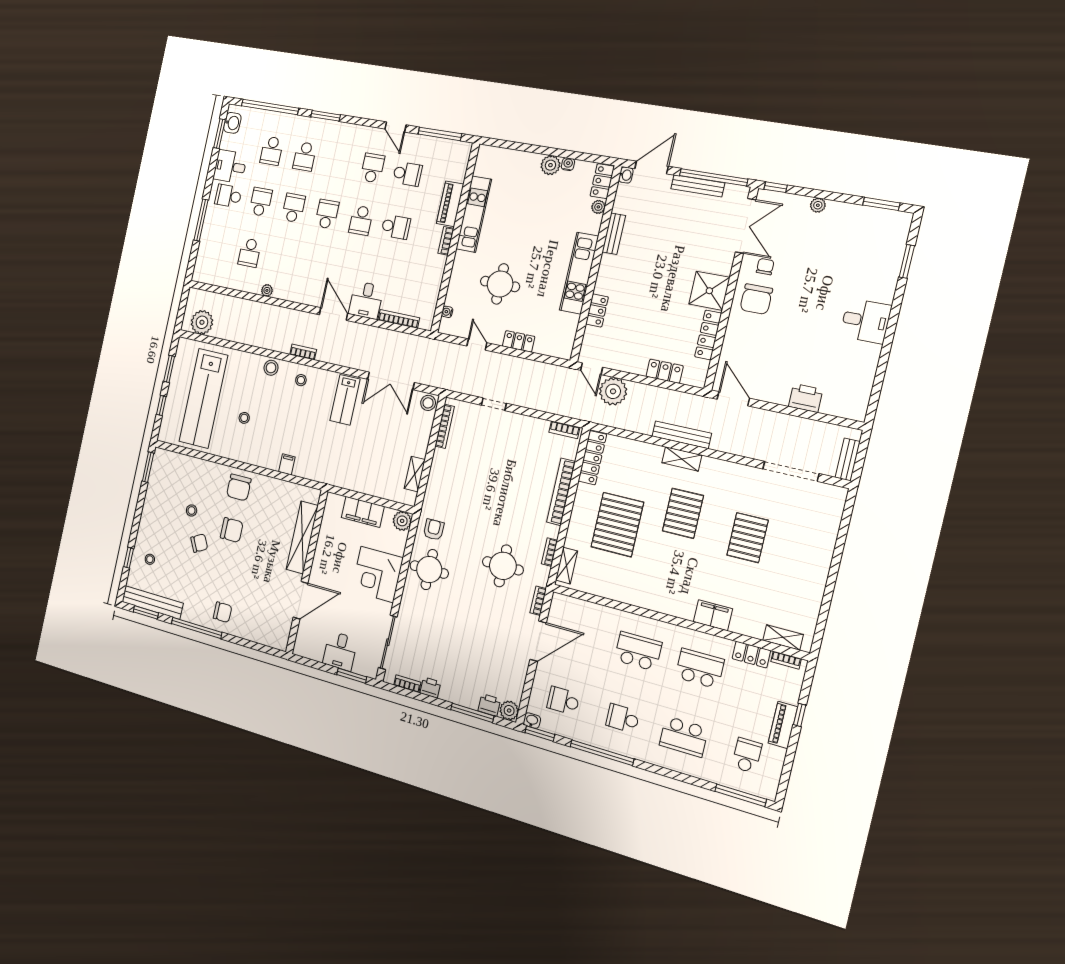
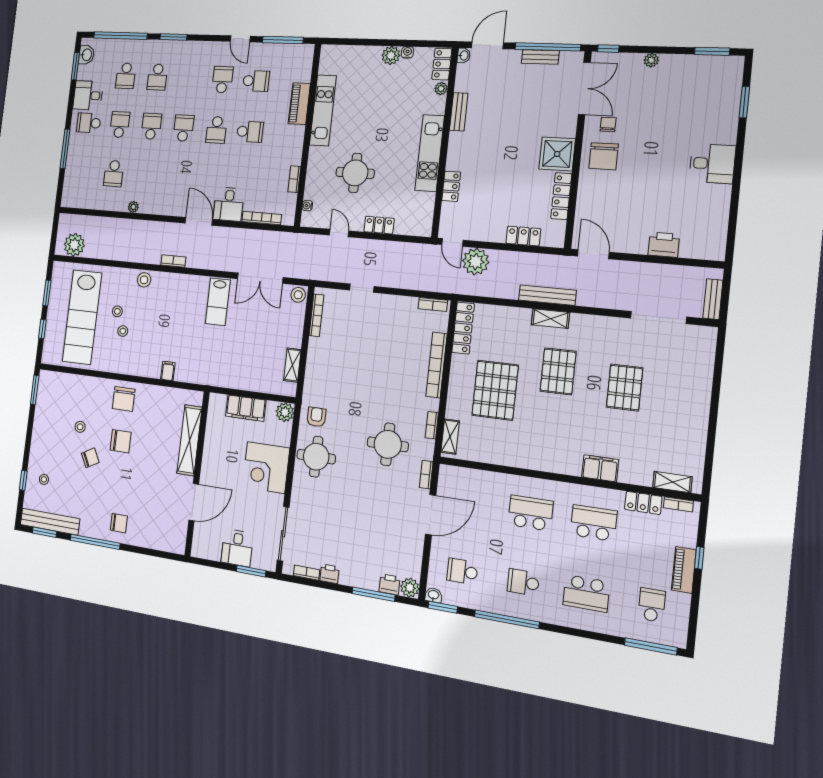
bench: (698, 186) -> (540, 57), width x0.73
bookcase: (446, 241) -> (294, 179), moved
stool: (301, 380) -> (117, 311), moved

